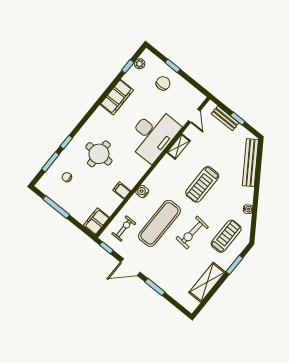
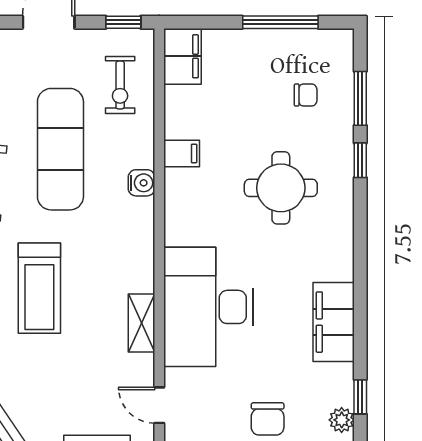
treadmill: (202, 184) -> (39, 288), turned 180

